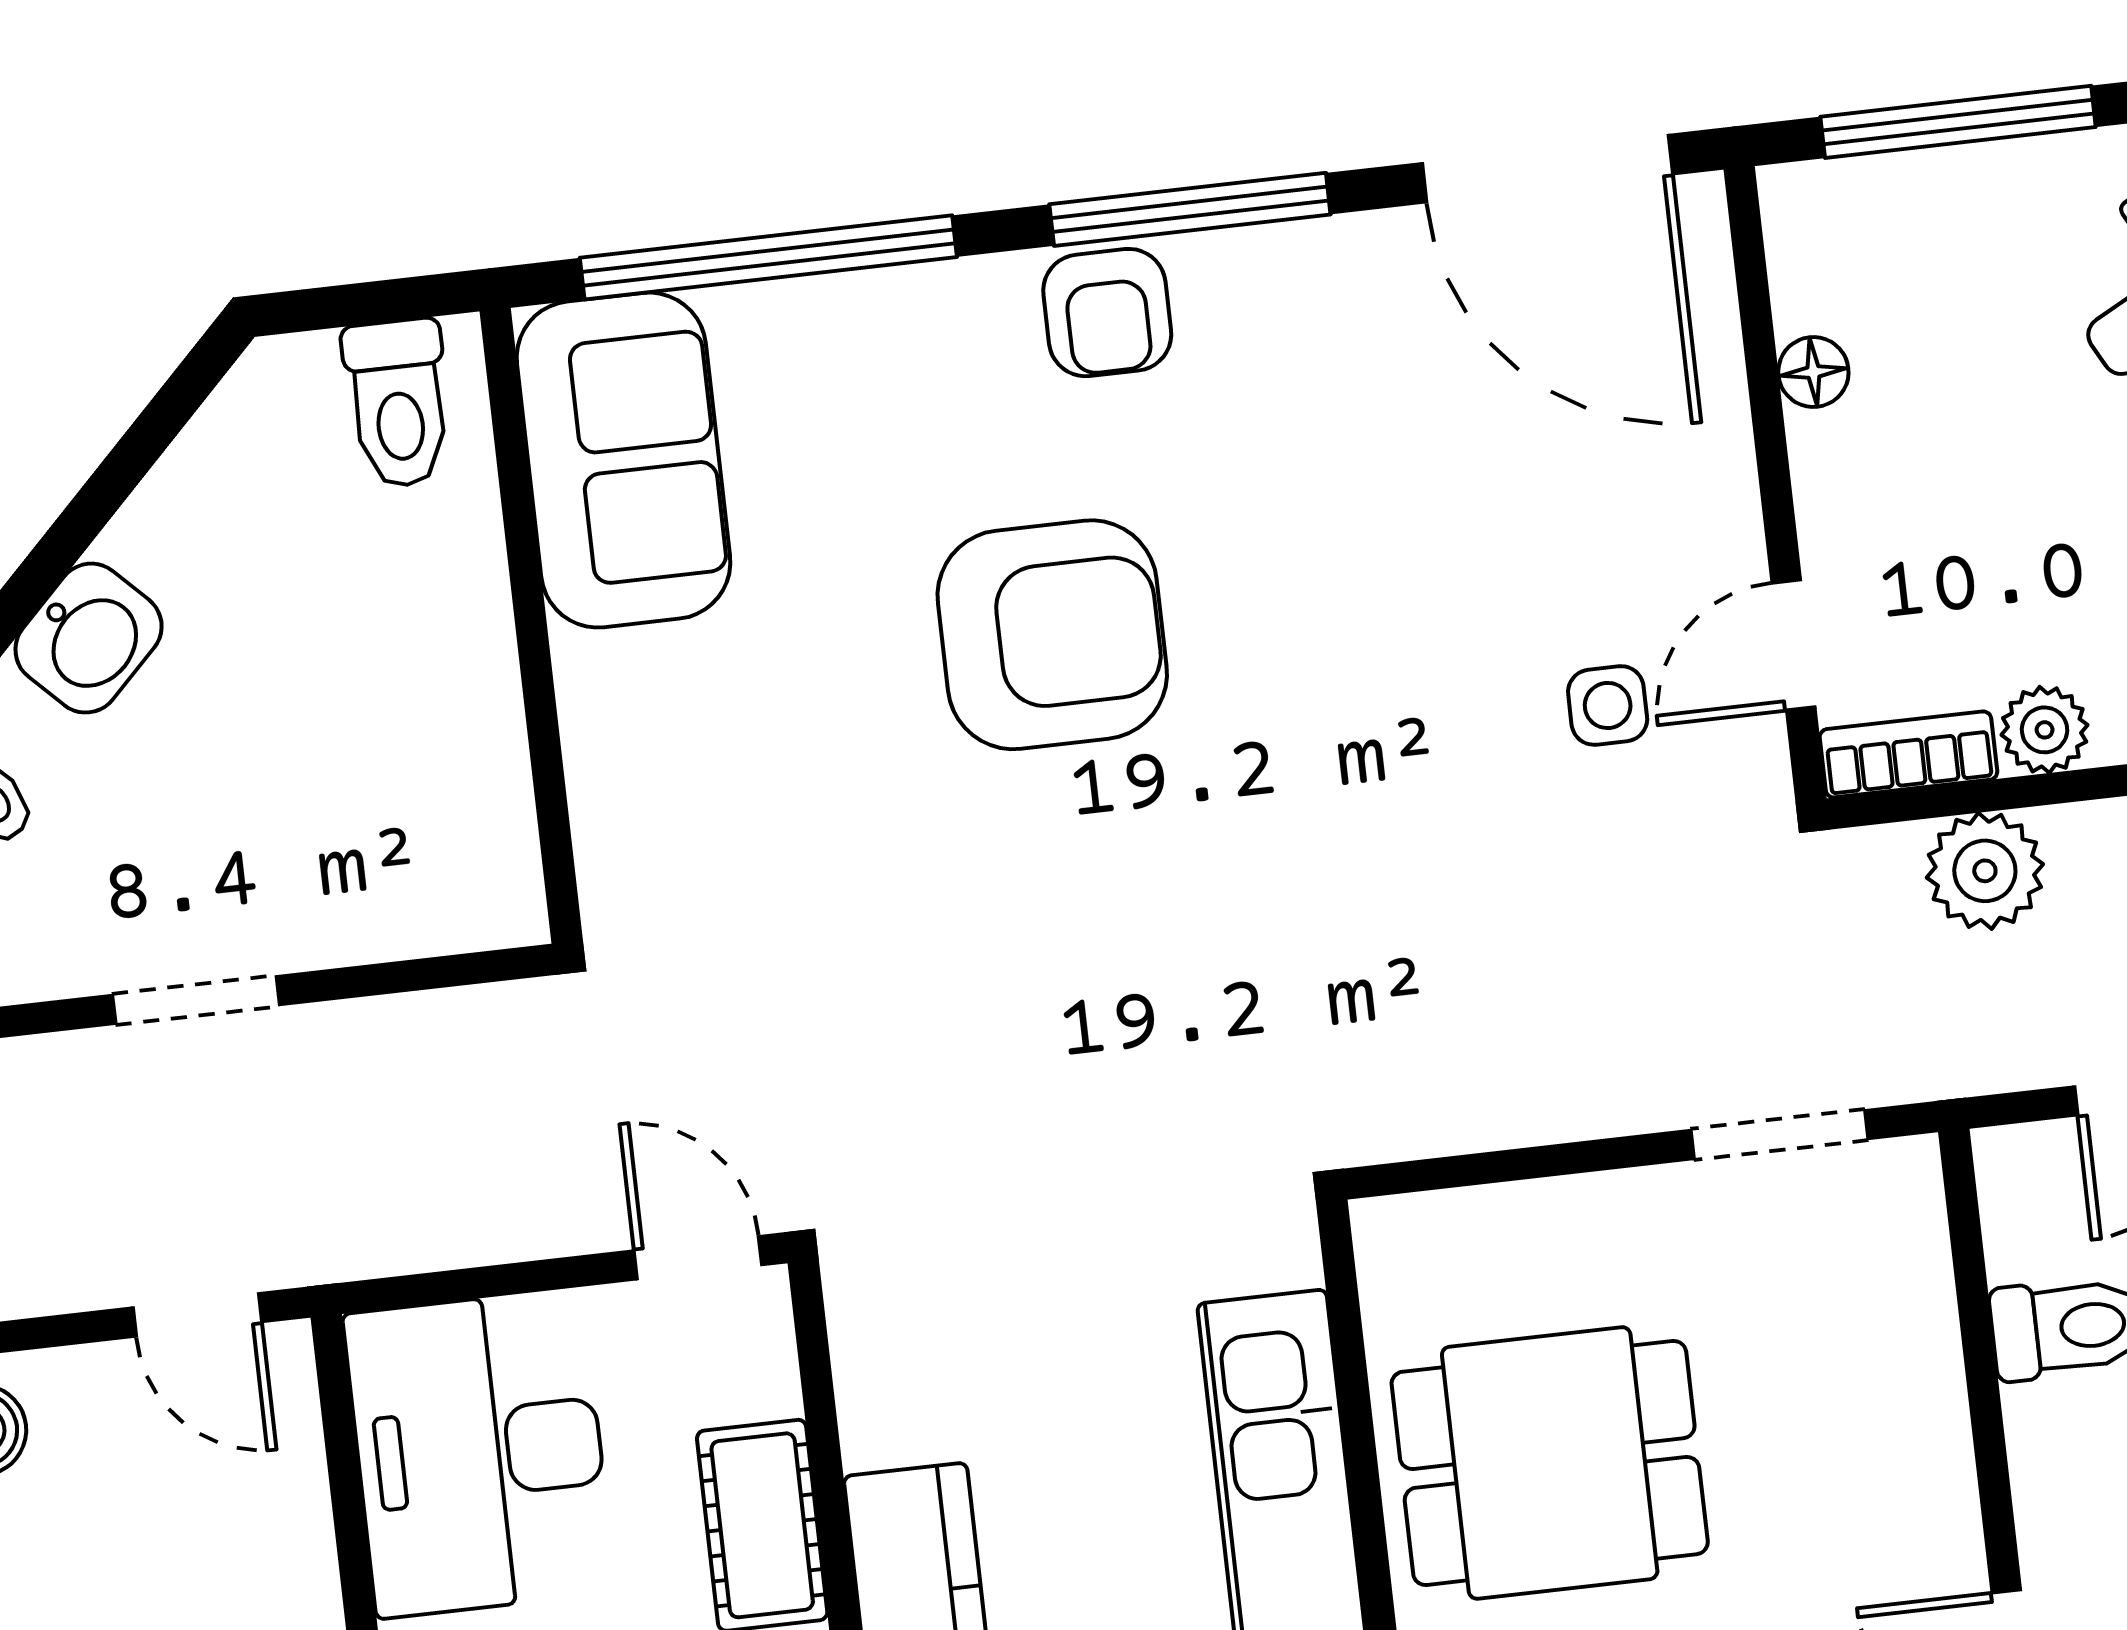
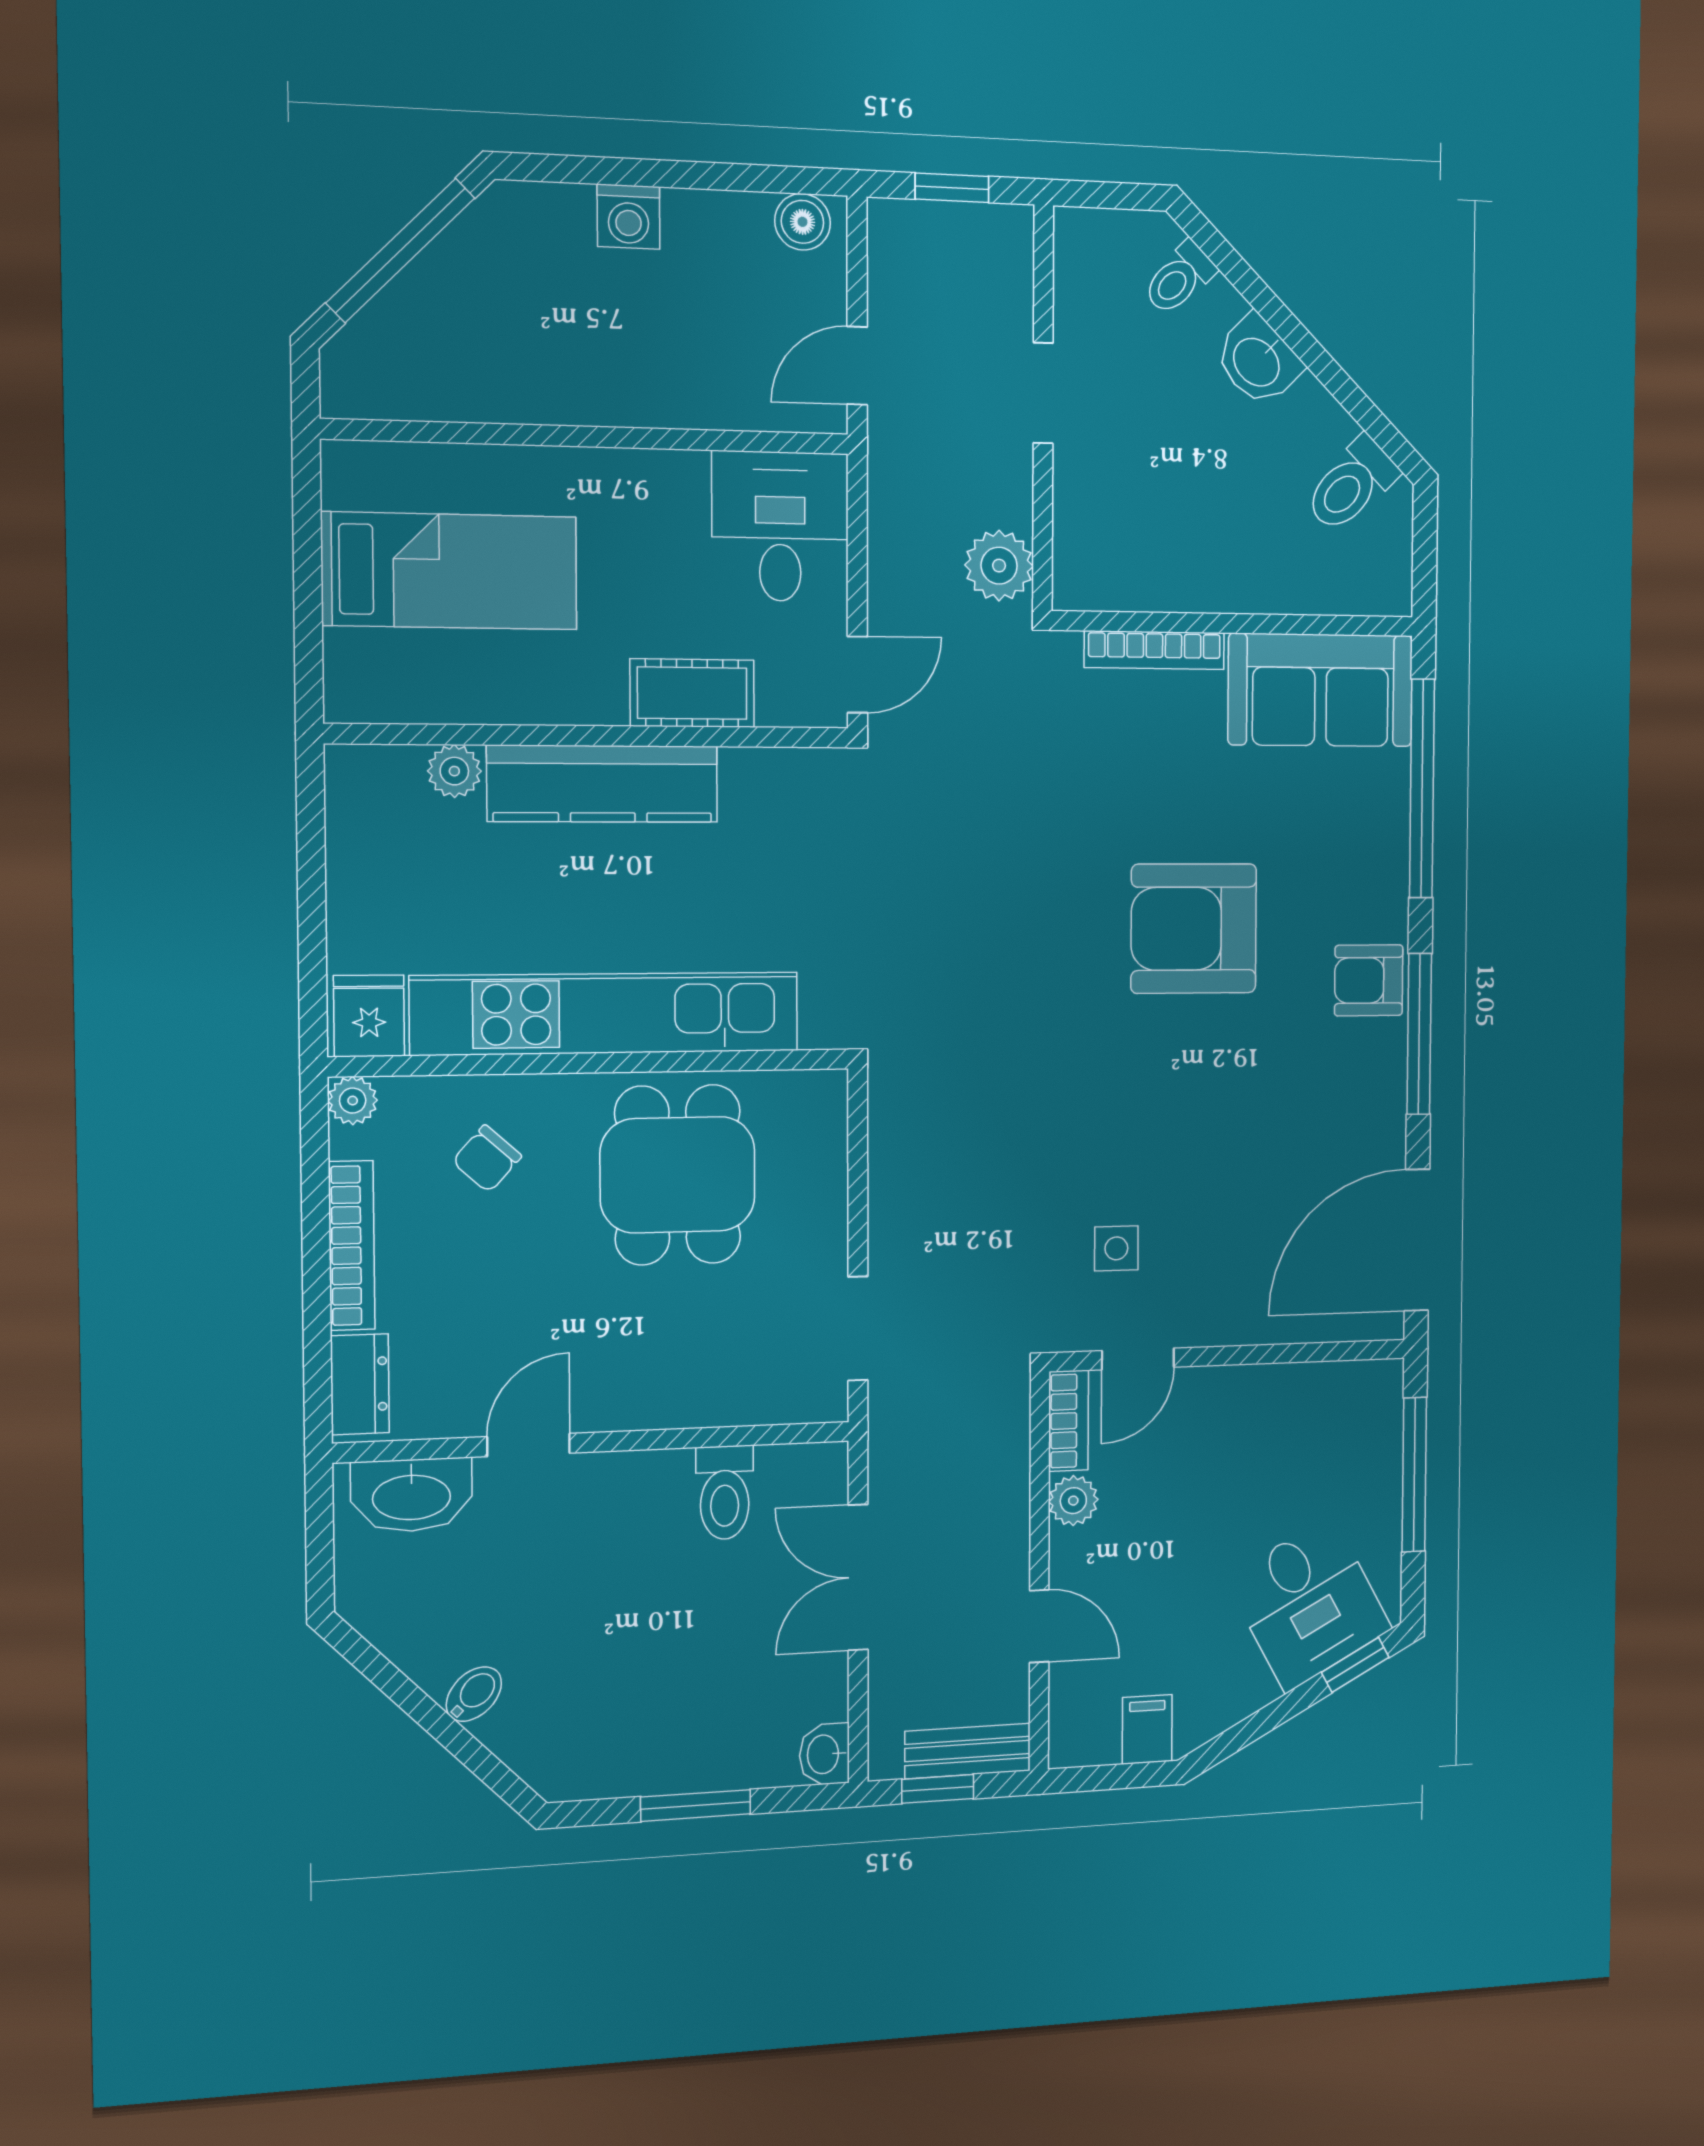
floor lamp: (1813, 372) -> (1288, 1382), removed
toilet: (398, 403) -> (1351, 485), moved, turned -45
armchair: (1052, 635) -> (1194, 929), turned 90
door: (1793, 645) -> (1138, 1359), swing flipped
bookcase: (593, 759) -> (1154, 650), added
plant: (1985, 871) -> (999, 566), moved
desk: (479, 1453) -> (780, 527), width x0.73

